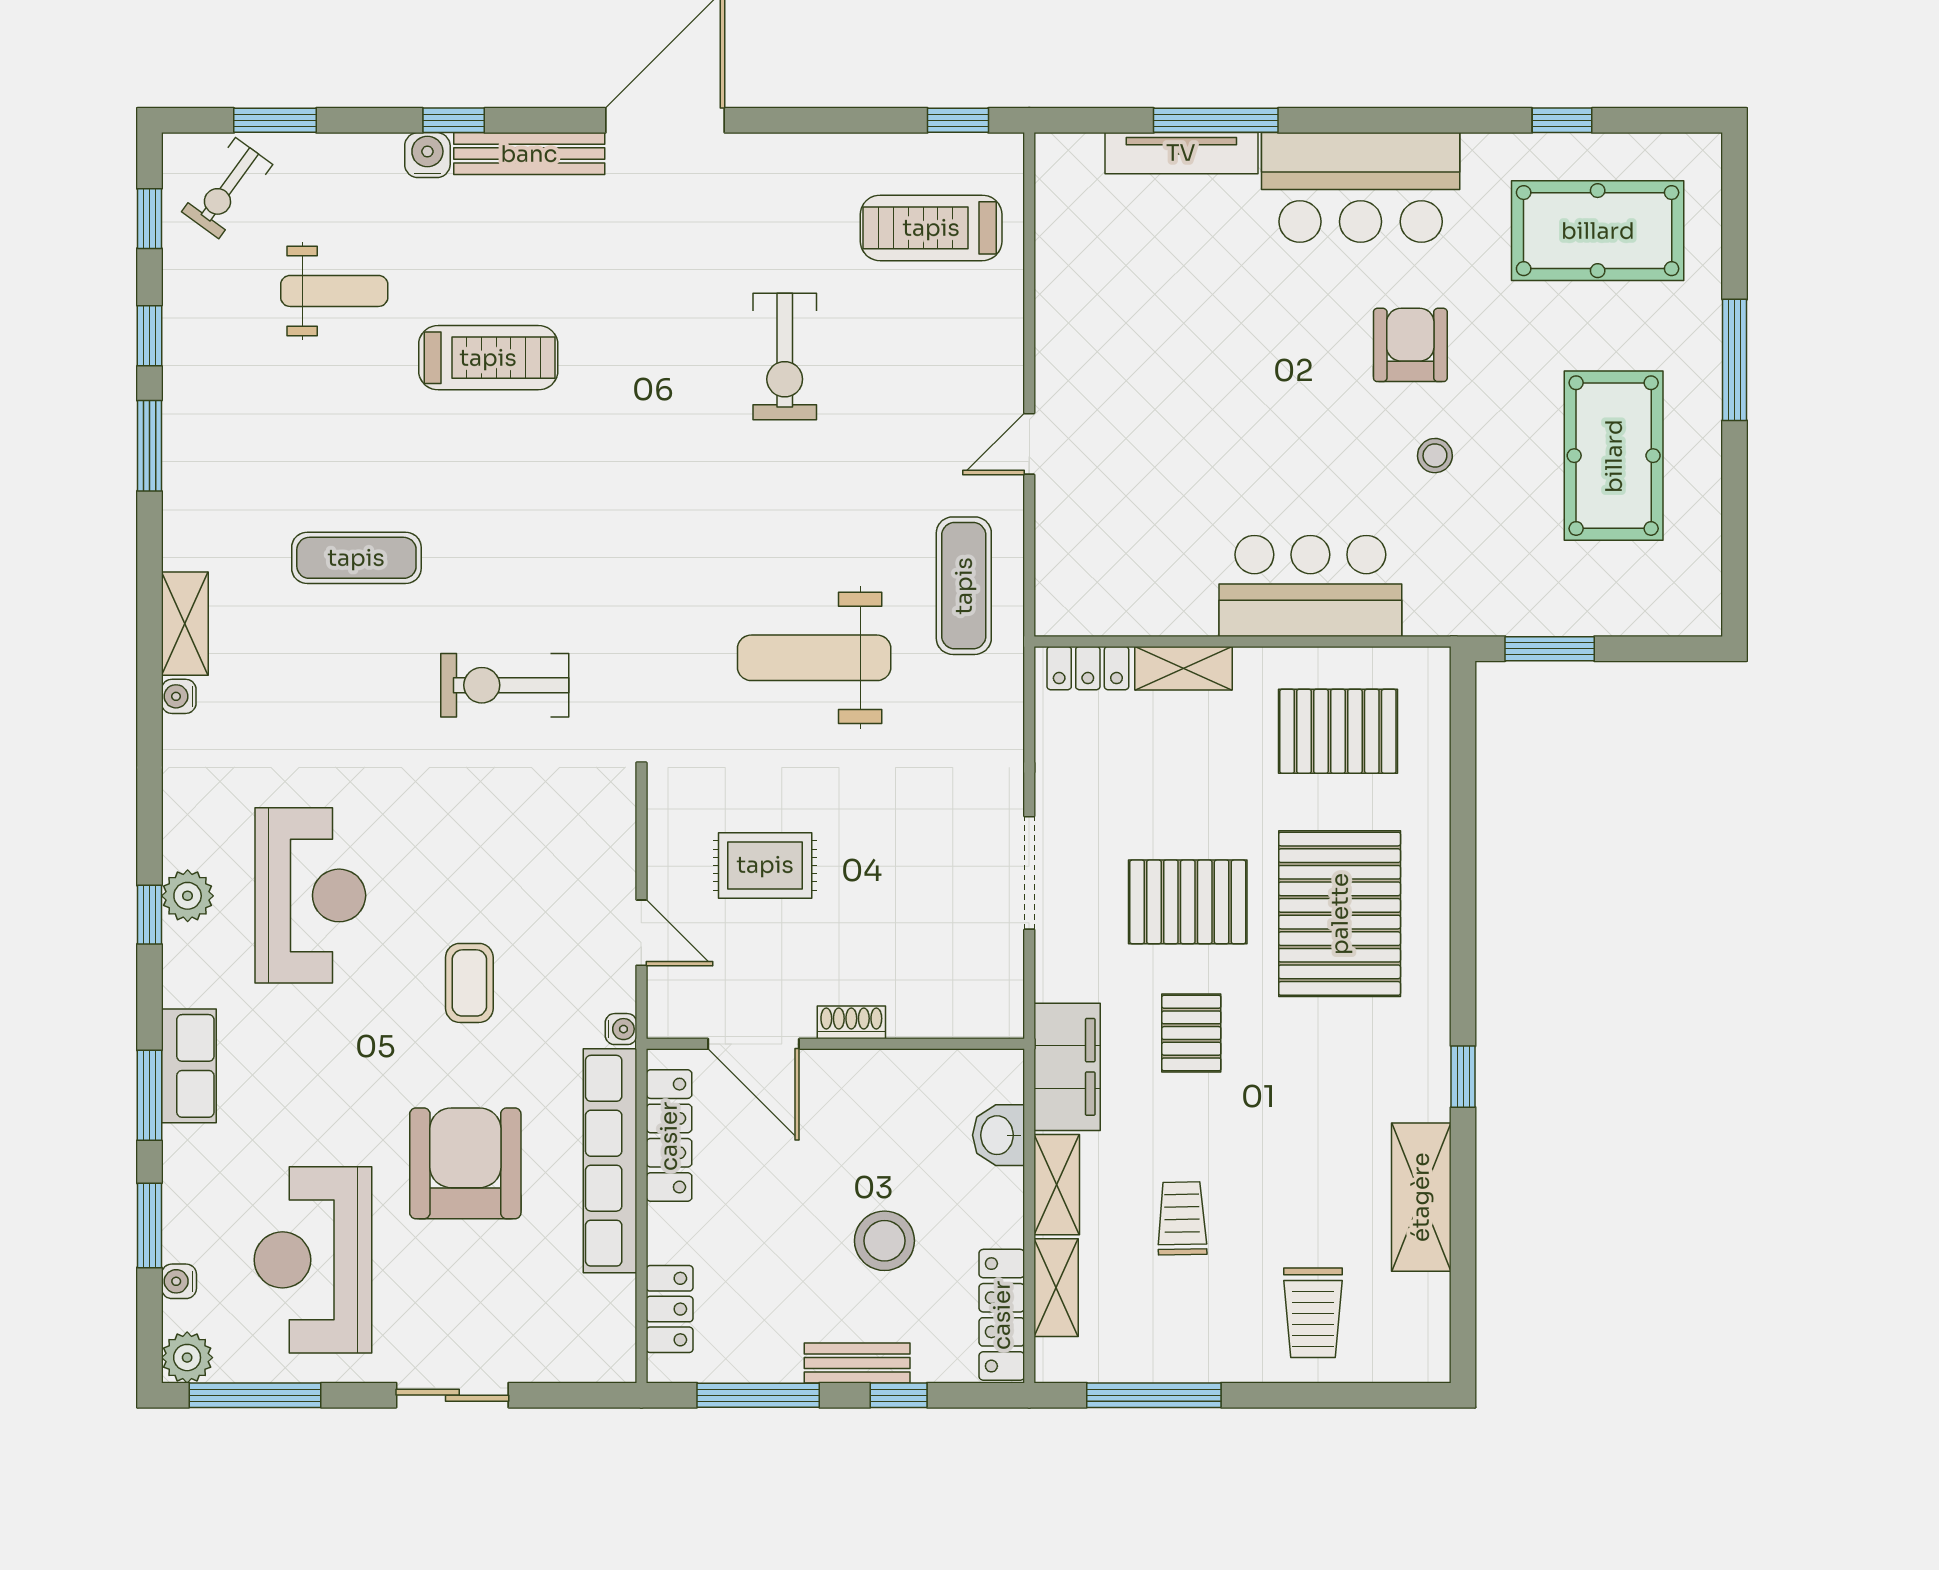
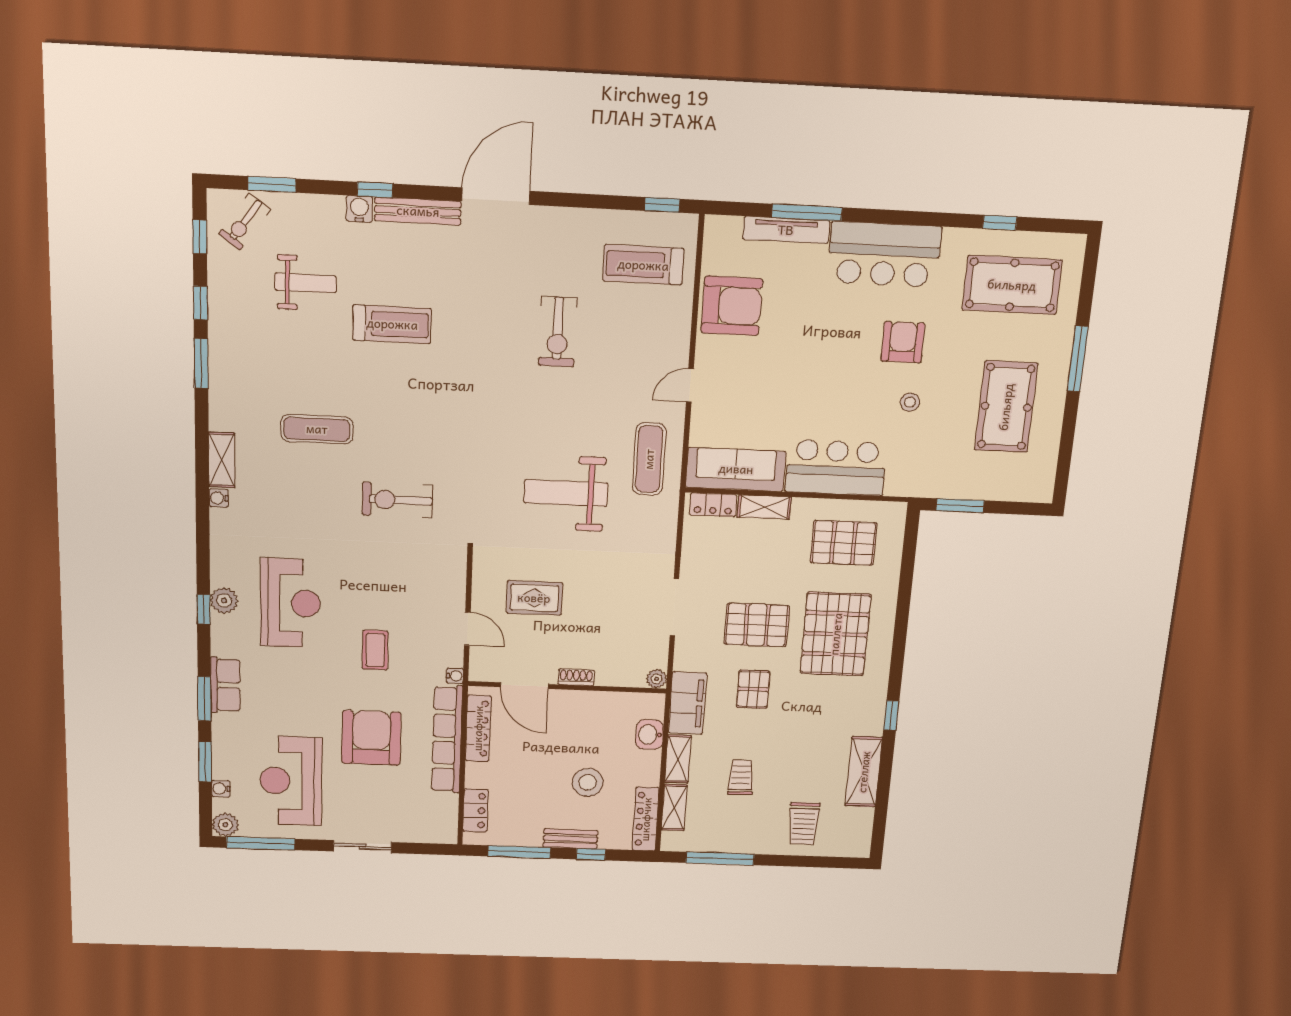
armchair: (1095, 294) -> (732, 306), added
sofa: (1125, 598) -> (736, 469), added
plant: (1005, 1019) -> (657, 679), added

